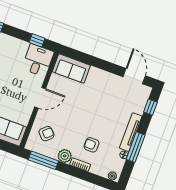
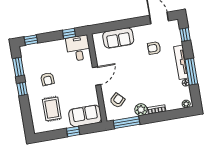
sofa: (71, 69) -> (118, 38), moved
armchair: (92, 145) -> (154, 48), moved

